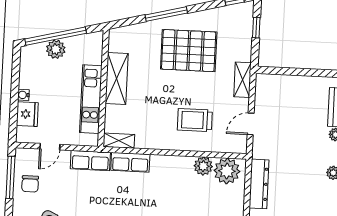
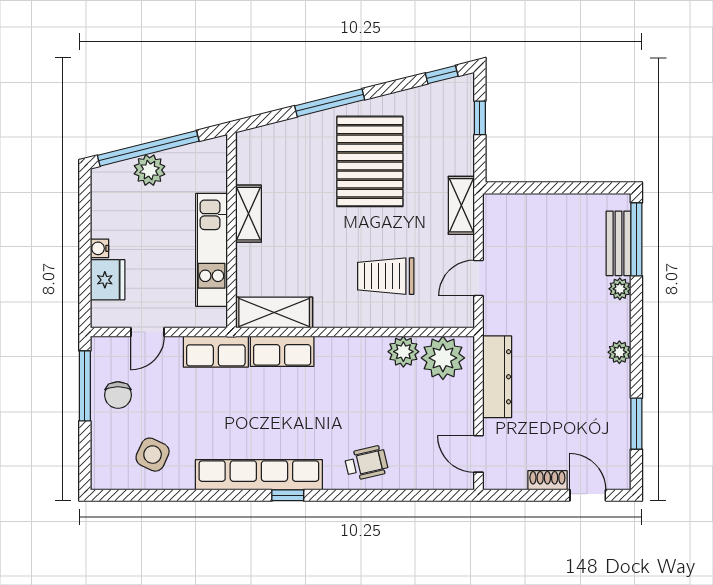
pallet: (189, 51) -> (370, 161), turned 90
shelving: (117, 79) -> (249, 214), width x0.67, depth x0.75
shelving: (119, 141) -> (274, 313), width x1.50, depth x1.33

